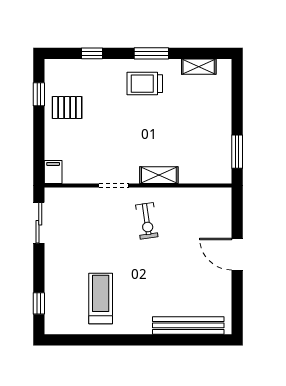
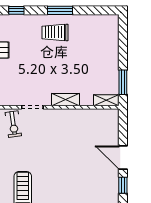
shelving: (199, 67) -> (106, 100), moved
exercise bike: (147, 221) -> (13, 124), moved
window: (237, 292) -> (123, 185), added

